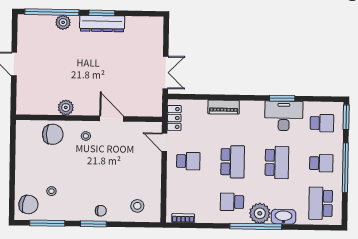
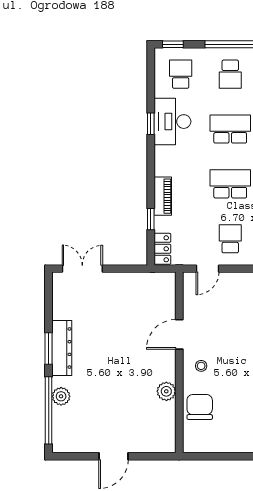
double door: (165, 73) -> (82, 269), moved
window: (205, 97) -> (151, 219), added
window: (282, 98) -> (151, 124), width x0.67
window: (346, 117) -> (173, 44), width x0.67
locker: (174, 118) -> (162, 249), moved, turned 90
school desk: (321, 163) -> (230, 74), turned 180

